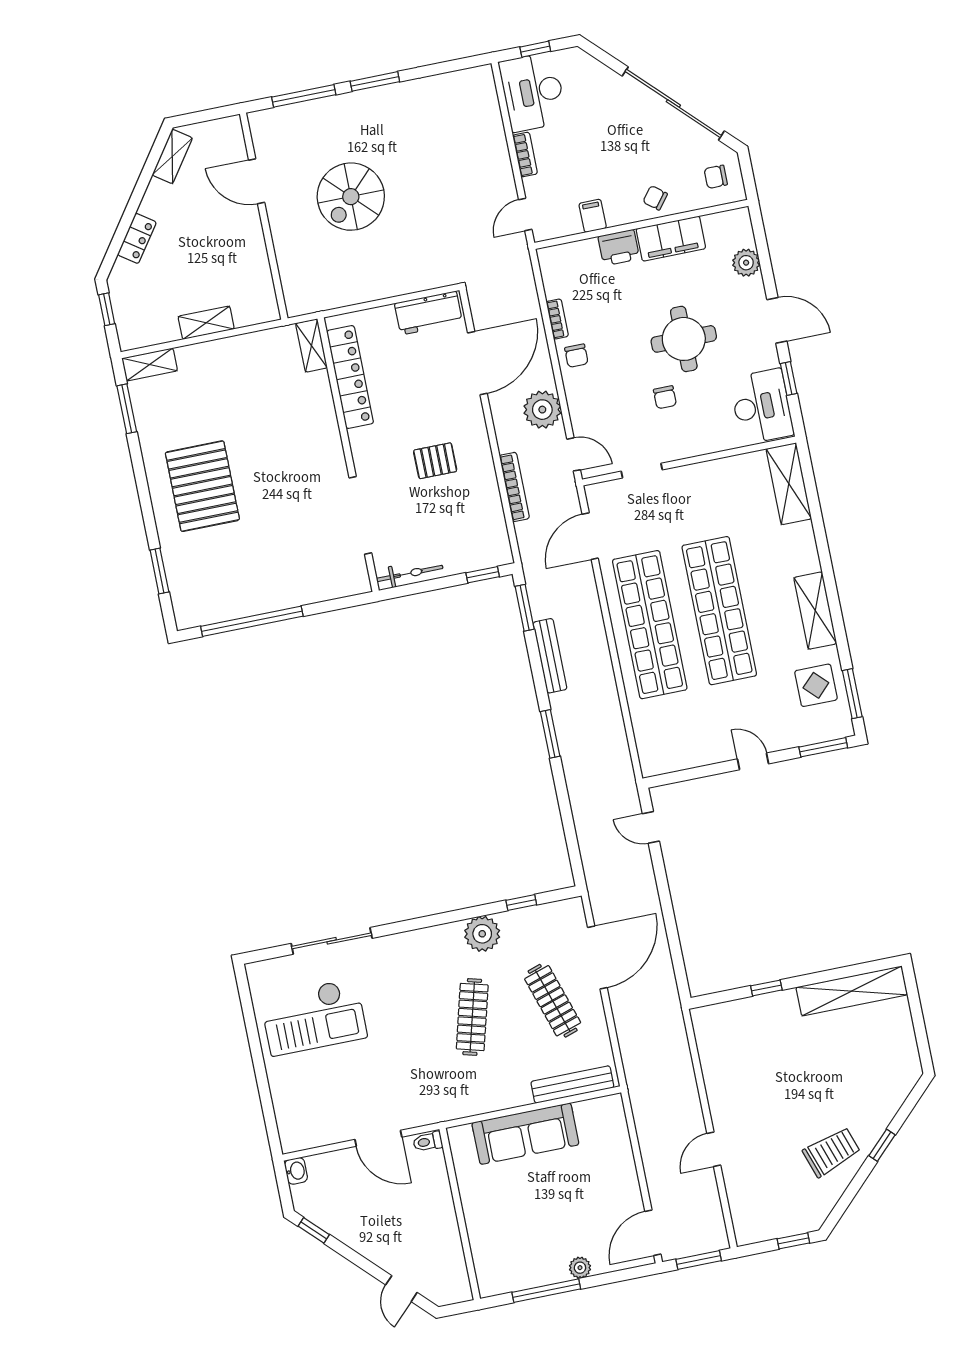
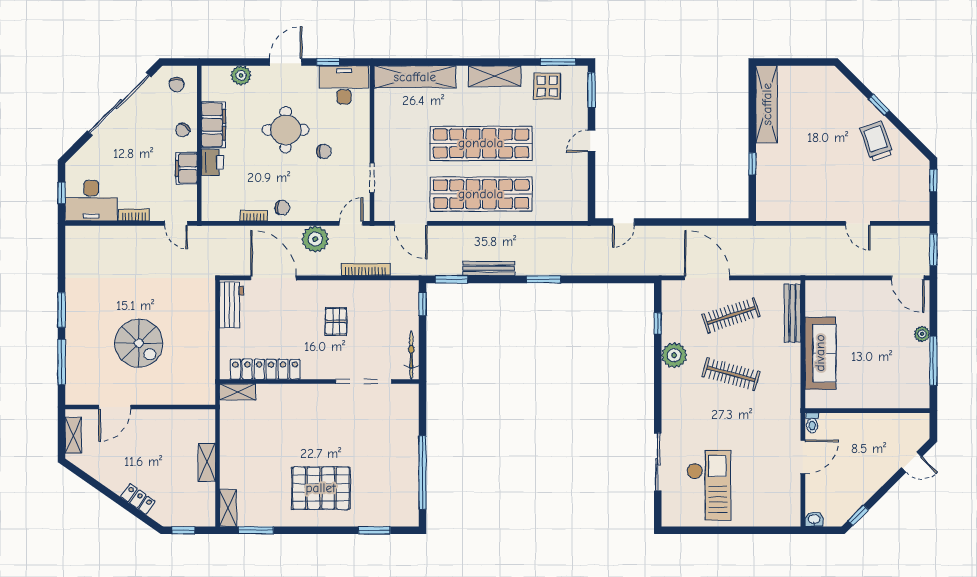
shelving: (172, 156) -> (73, 435), moved, turned 55
filing cabinet: (593, 216) -> (186, 168), width x2.00
shelving: (789, 484) -> (415, 77), width x1.47

